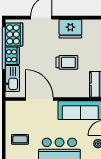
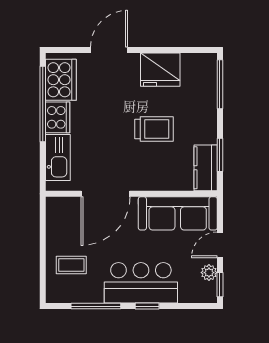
door: (39, 99) -> (105, 194), swing flipped

